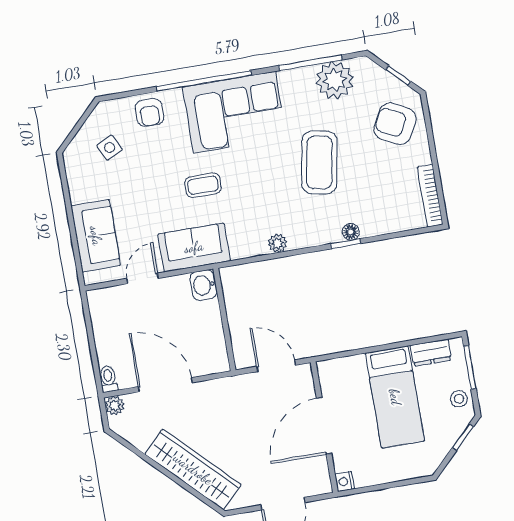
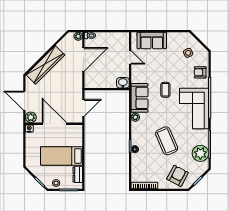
coffee table: (319, 162) -> (167, 141), turned 57
sofa: (194, 247) -> (140, 98), moved
plant: (319, 482) -> (31, 117), added

